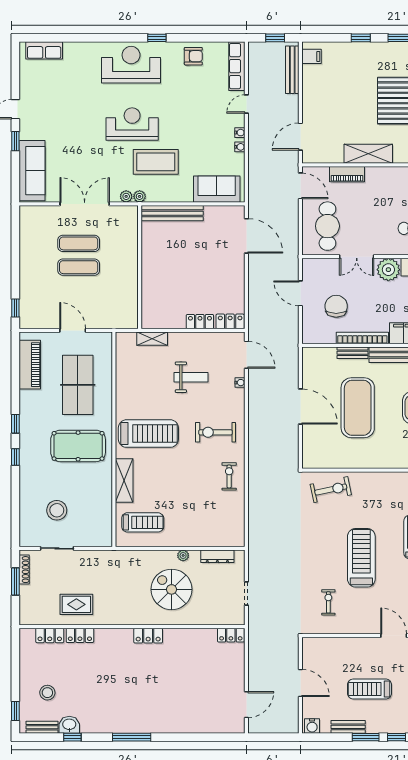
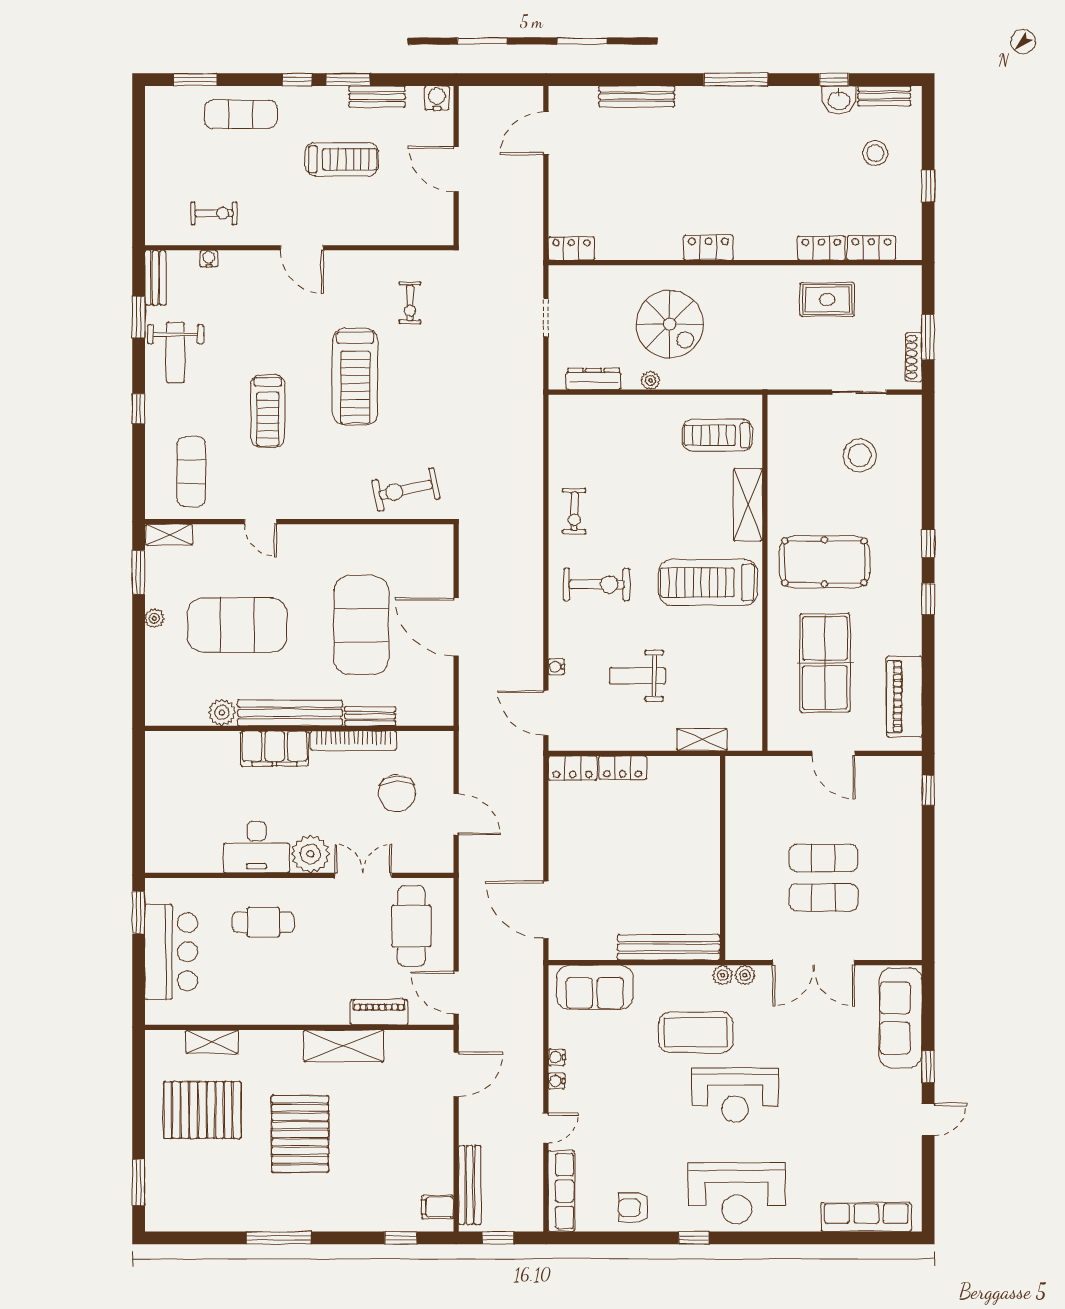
window: (361, 38) -> (401, 1238), moved
row of seats: (44, 50) -> (866, 1217), width x1.48
window: (15, 711) -> (928, 186), moved
bench: (191, 727) -> (637, 96), added

